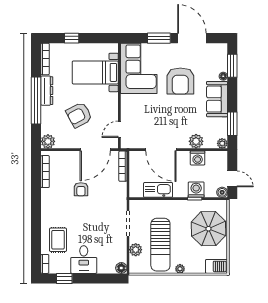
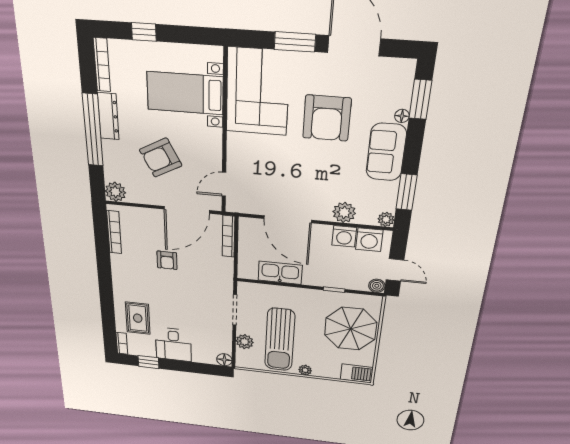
washing machine: (196, 190) -> (369, 240), moved, turned 180

